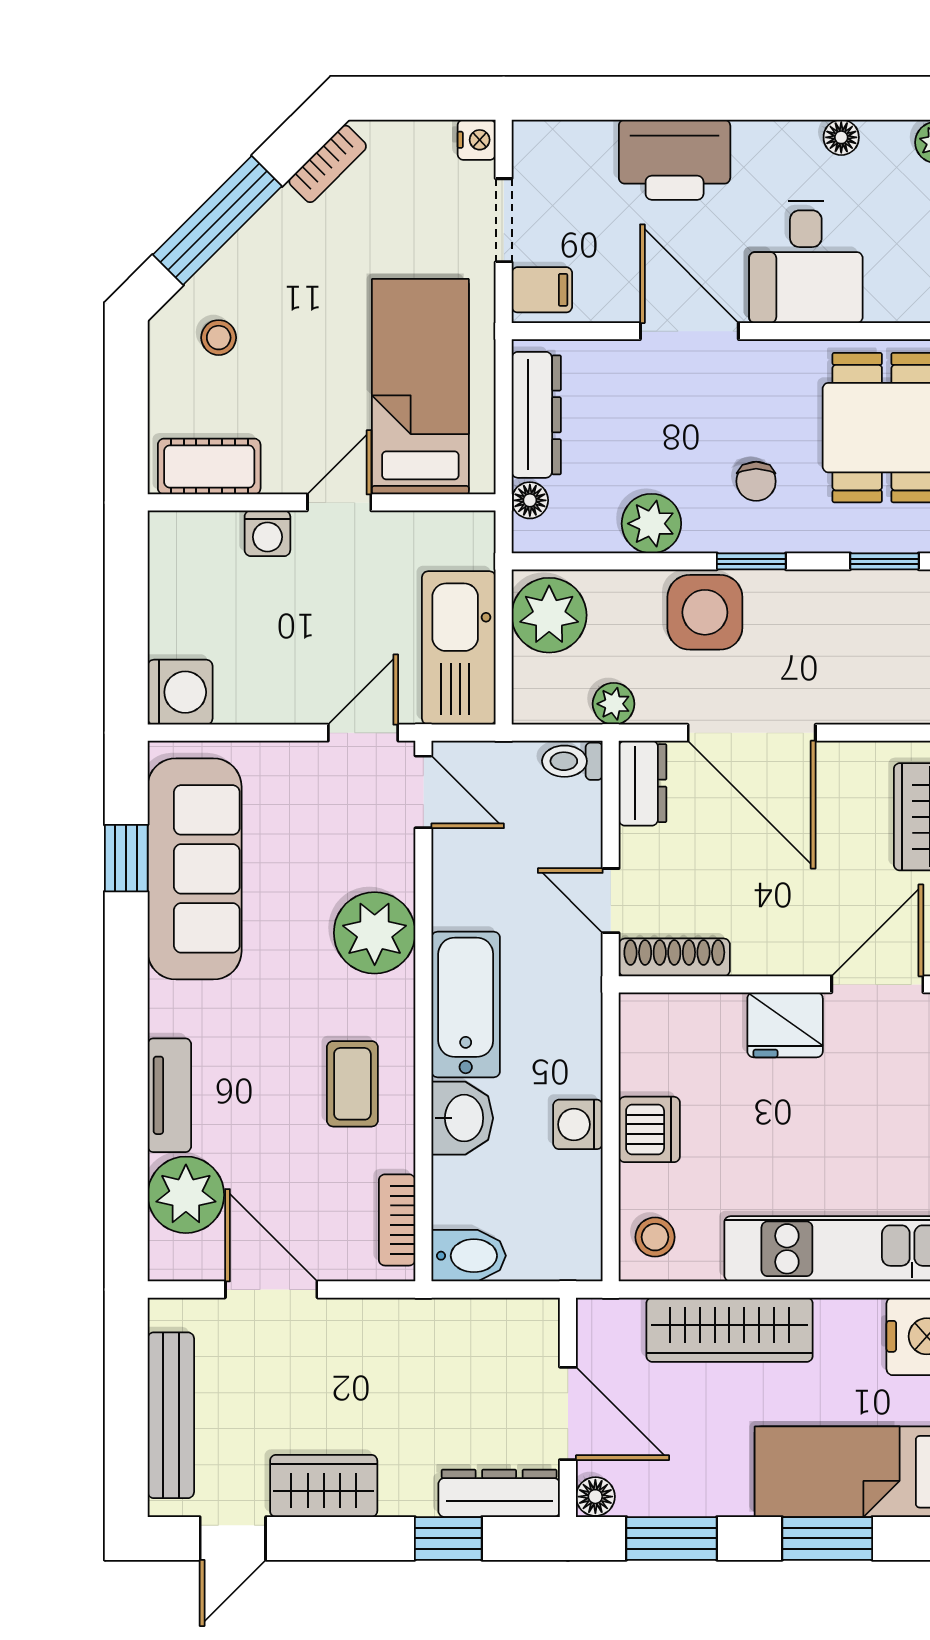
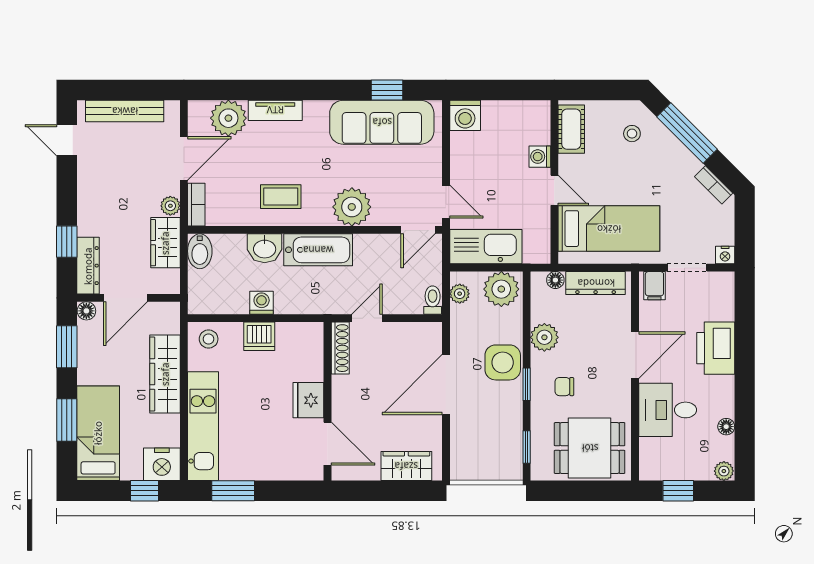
plant: (614, 704) -> (460, 294), moved
dresser: (643, 783) -> (422, 333), removed
bookcase: (397, 1220) -> (196, 205), moved, turned 90
plant: (372, 1318) -> (170, 206), added
wardrobe: (324, 1486) -> (165, 243), moved, turned 180

